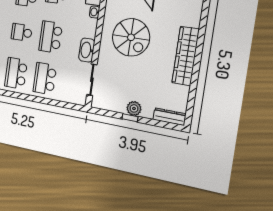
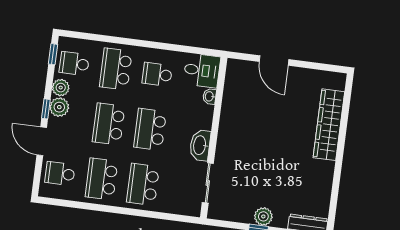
school desk: (22, 32) -> (109, 124), width x1.85
spiral stairs: (131, 37) -> (258, 128), removed
wardrobe: (186, 56) -> (329, 125), moved

